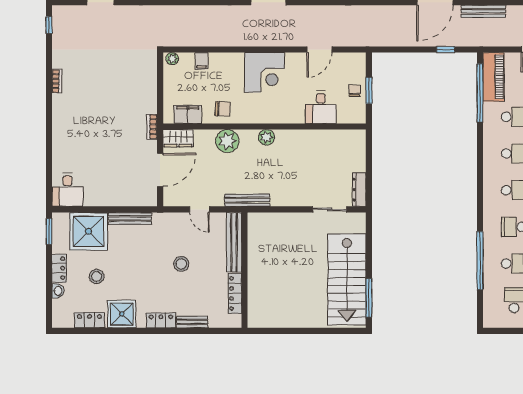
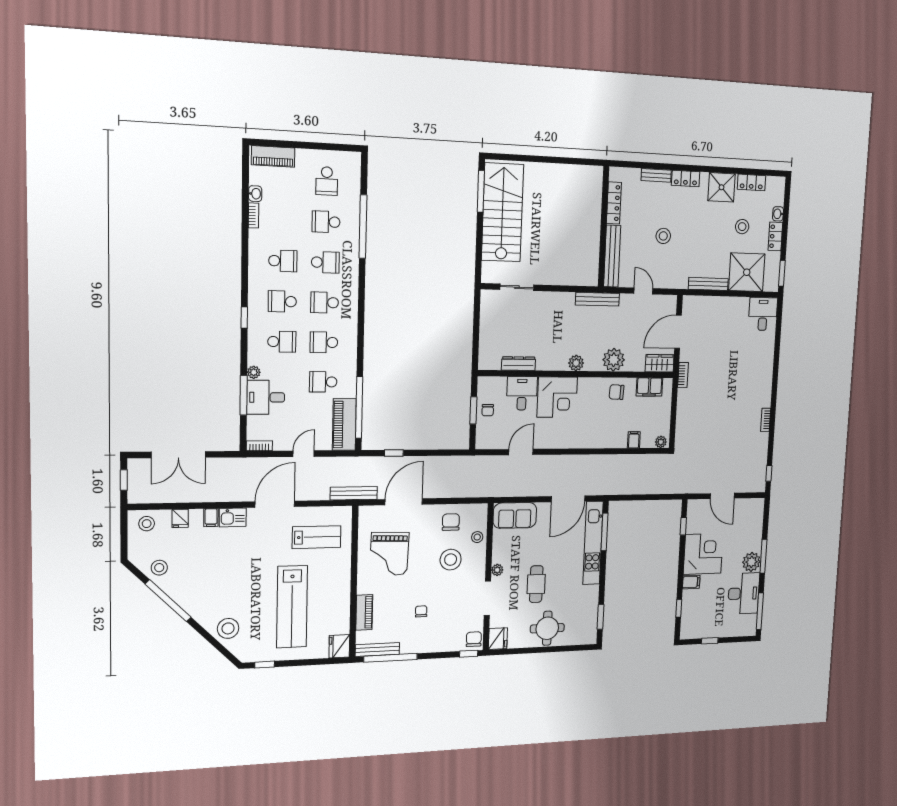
corner desk: (265, 72) -> (557, 397), moved, turned 180
dresser: (359, 190) -> (519, 364), moved, turned -90

